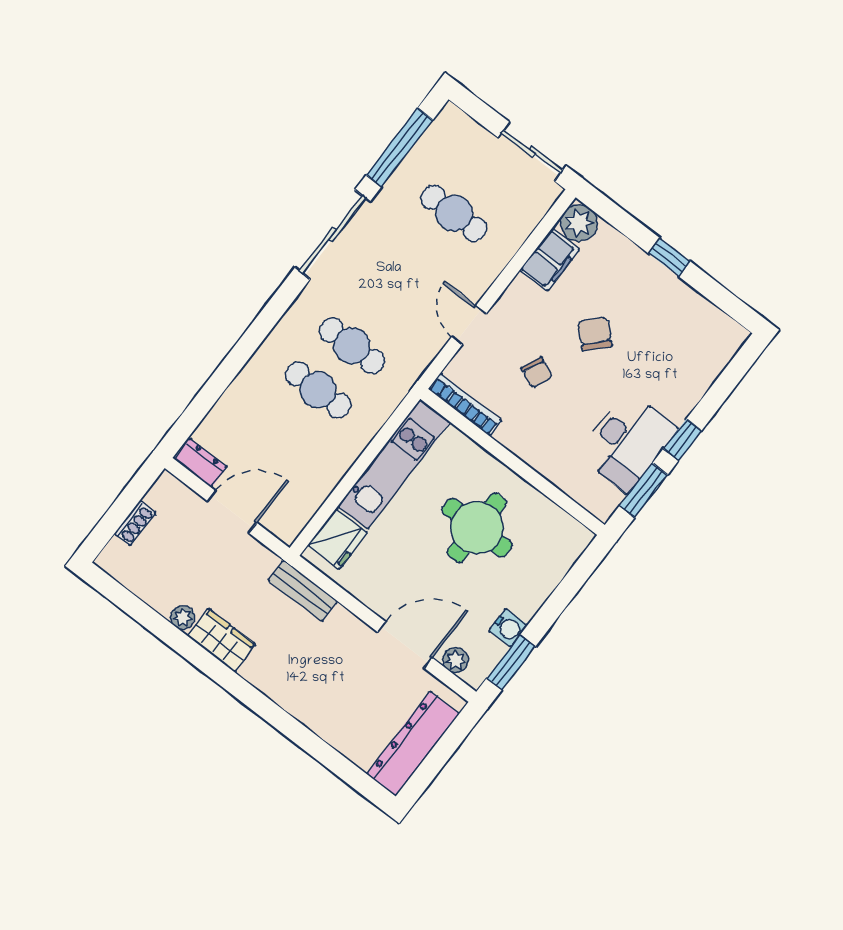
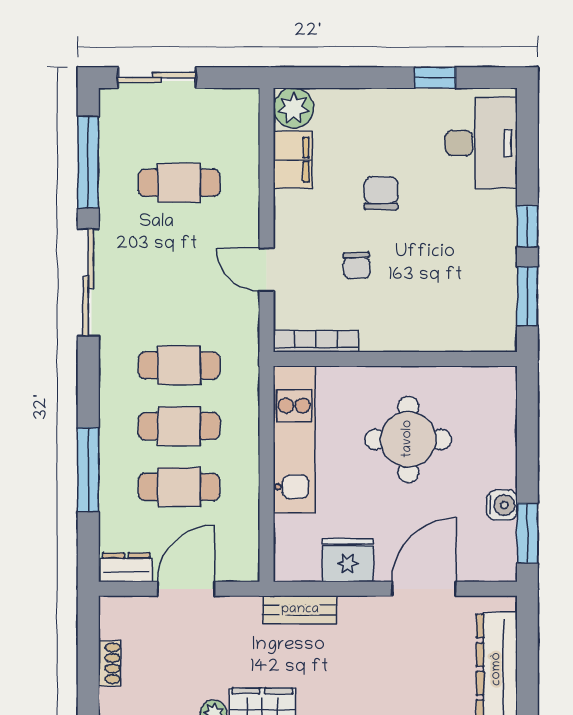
sliding door: (532, 152) -> (157, 78), moved
window: (670, 258) -> (435, 78), moved
chair: (595, 334) -> (381, 193), turned 47
window: (228, 371) -> (88, 470), added
chair: (537, 373) -> (357, 266), turned 63
cafe table: (284, 434) -> (179, 487), added
desk: (627, 442) -> (481, 143), moved
fridge: (338, 539) -> (348, 560), moved, turned -90
plant: (456, 660) -> (478, 568), removed

